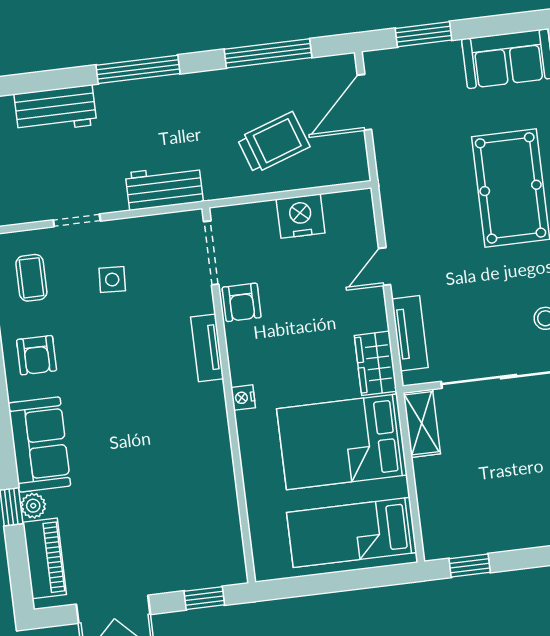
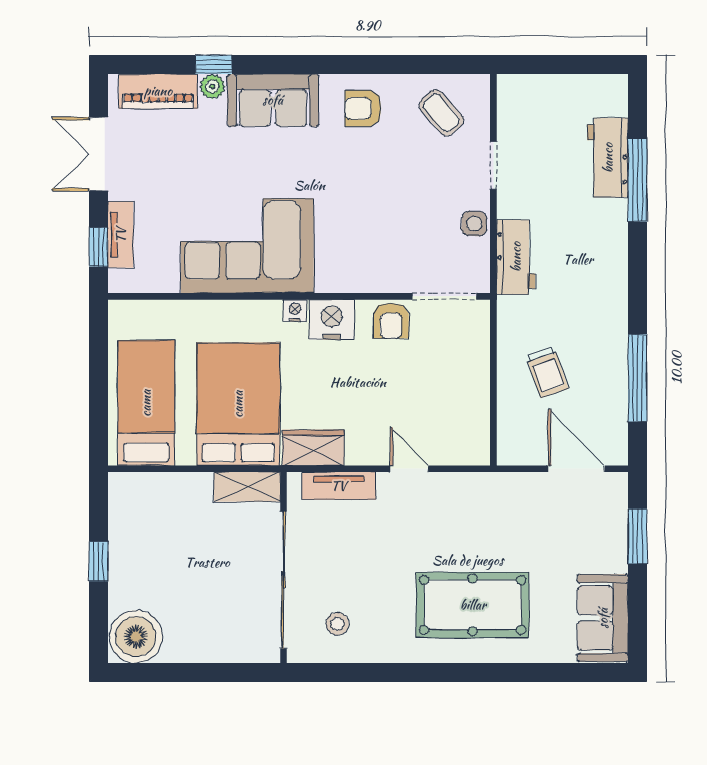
window: (138, 69) -> (638, 180), moved
trolley: (273, 143) -> (547, 372), width x0.73, depth x0.72
nightstand: (301, 216) -> (332, 320), moved, turned -90
coffee table: (31, 278) -> (441, 113), turned 49
side table: (112, 280) -> (474, 224), moved
armchair: (242, 302) -> (391, 321), turned -90
tv unit: (207, 348) -> (121, 235), moved, turned 90
corner sofa: (185, 452) -> (247, 246), added
window: (470, 566) -> (98, 561), moved

